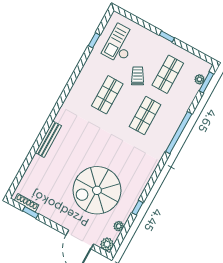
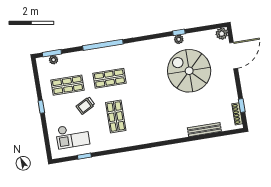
shop shelf: (107, 95) -> (116, 117), turned 90
bench: (48, 139) -> (204, 130), moved
spiral stairs: (97, 190) -> (189, 71), turned 180
plant: (119, 226) -> (179, 39), moved

